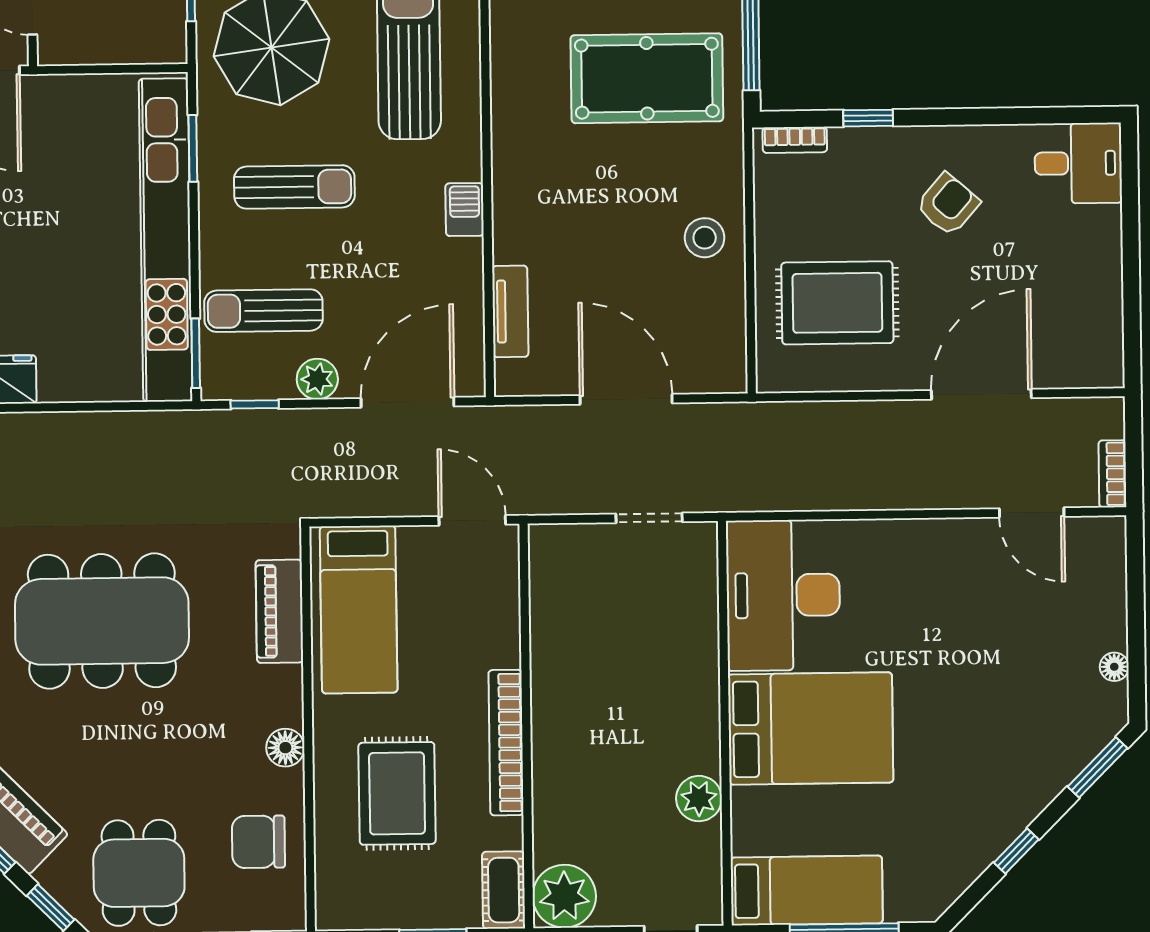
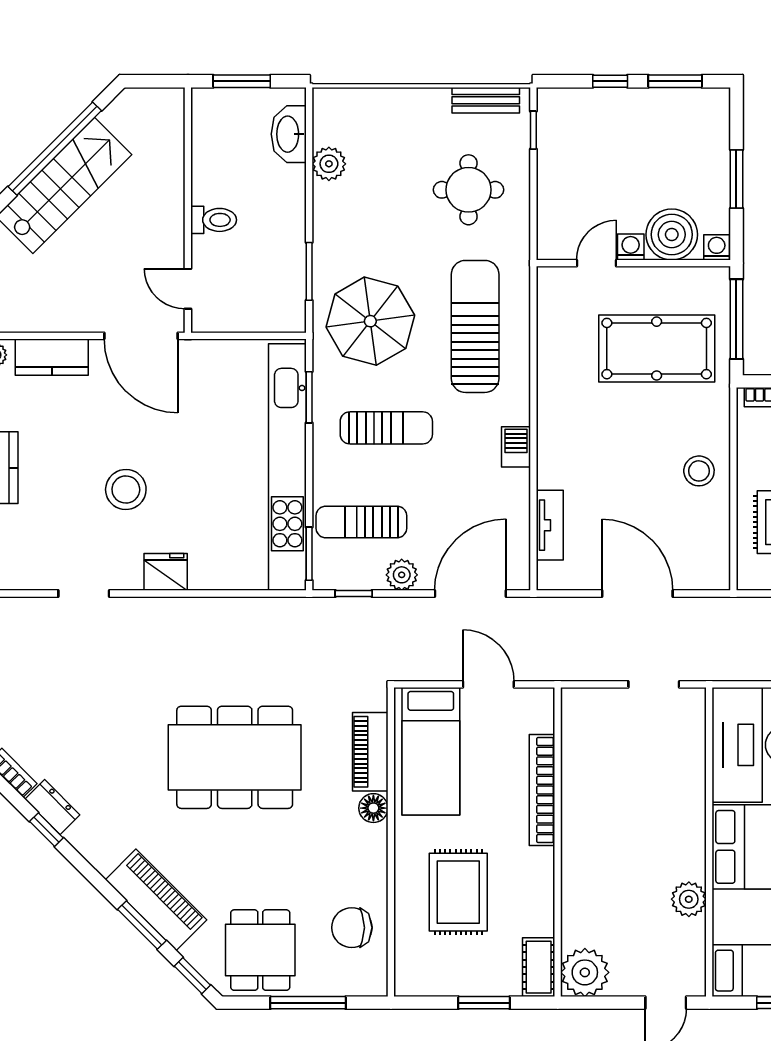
door: (472, 520) -> (488, 684), moved
bookcase: (506, 743) -> (542, 790), moved
floor lamp: (285, 748) -> (373, 808), moved

